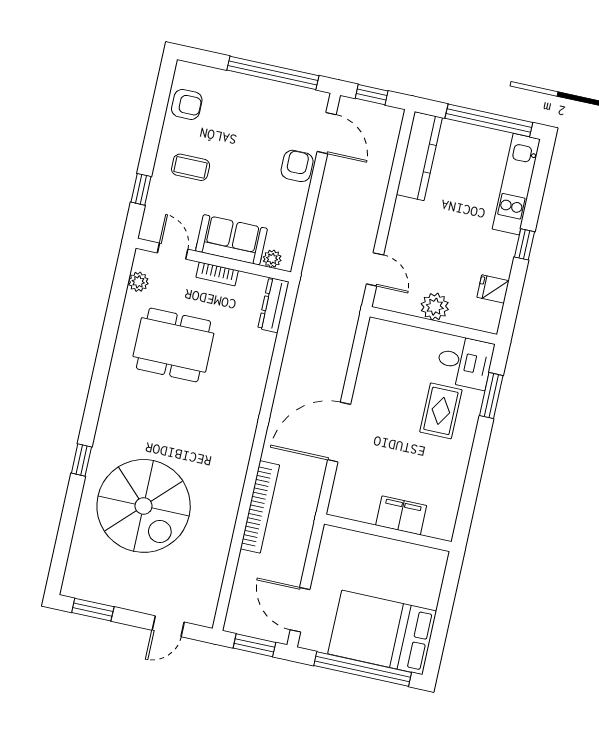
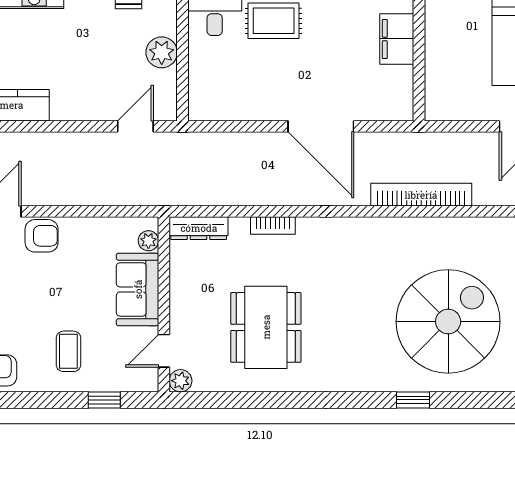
armchair: (297, 166) -> (42, 236), turned 180
bookcase: (217, 274) -> (273, 226), moved, turned 90
plant: (138, 282) -> (181, 381), moved

